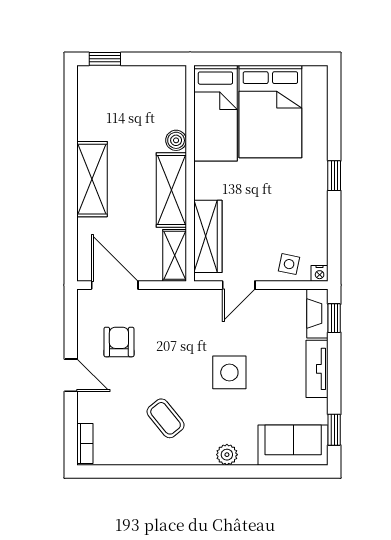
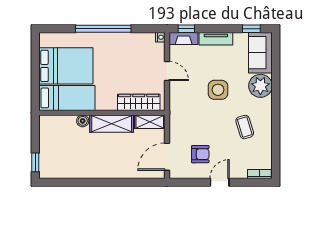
window: (334, 176) -> (103, 29), width x3.17
shelving: (92, 179) -> (105, 170), removed
side table: (289, 264) -> (155, 55), removed
door: (239, 285) -> (167, 71), moved
armchair: (119, 342) -> (200, 154), turned 180
coffee table: (166, 418) -> (245, 127), turned -68
plant: (227, 455) -> (260, 86), width x1.87, depth x1.87

